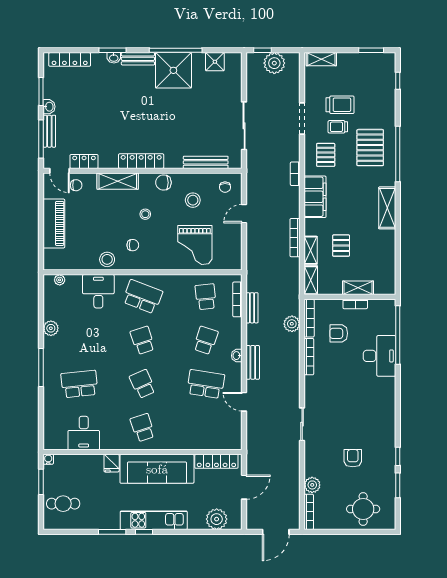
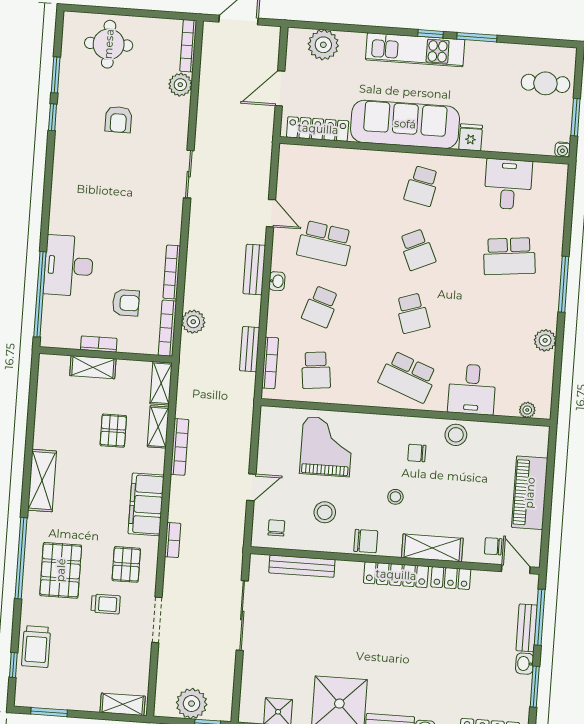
trolley: (340, 105) -> (36, 647), moved, turned -90
locker: (84, 161) -> (451, 578), moved
school desk: (143, 428) -> (422, 186), turned 30

